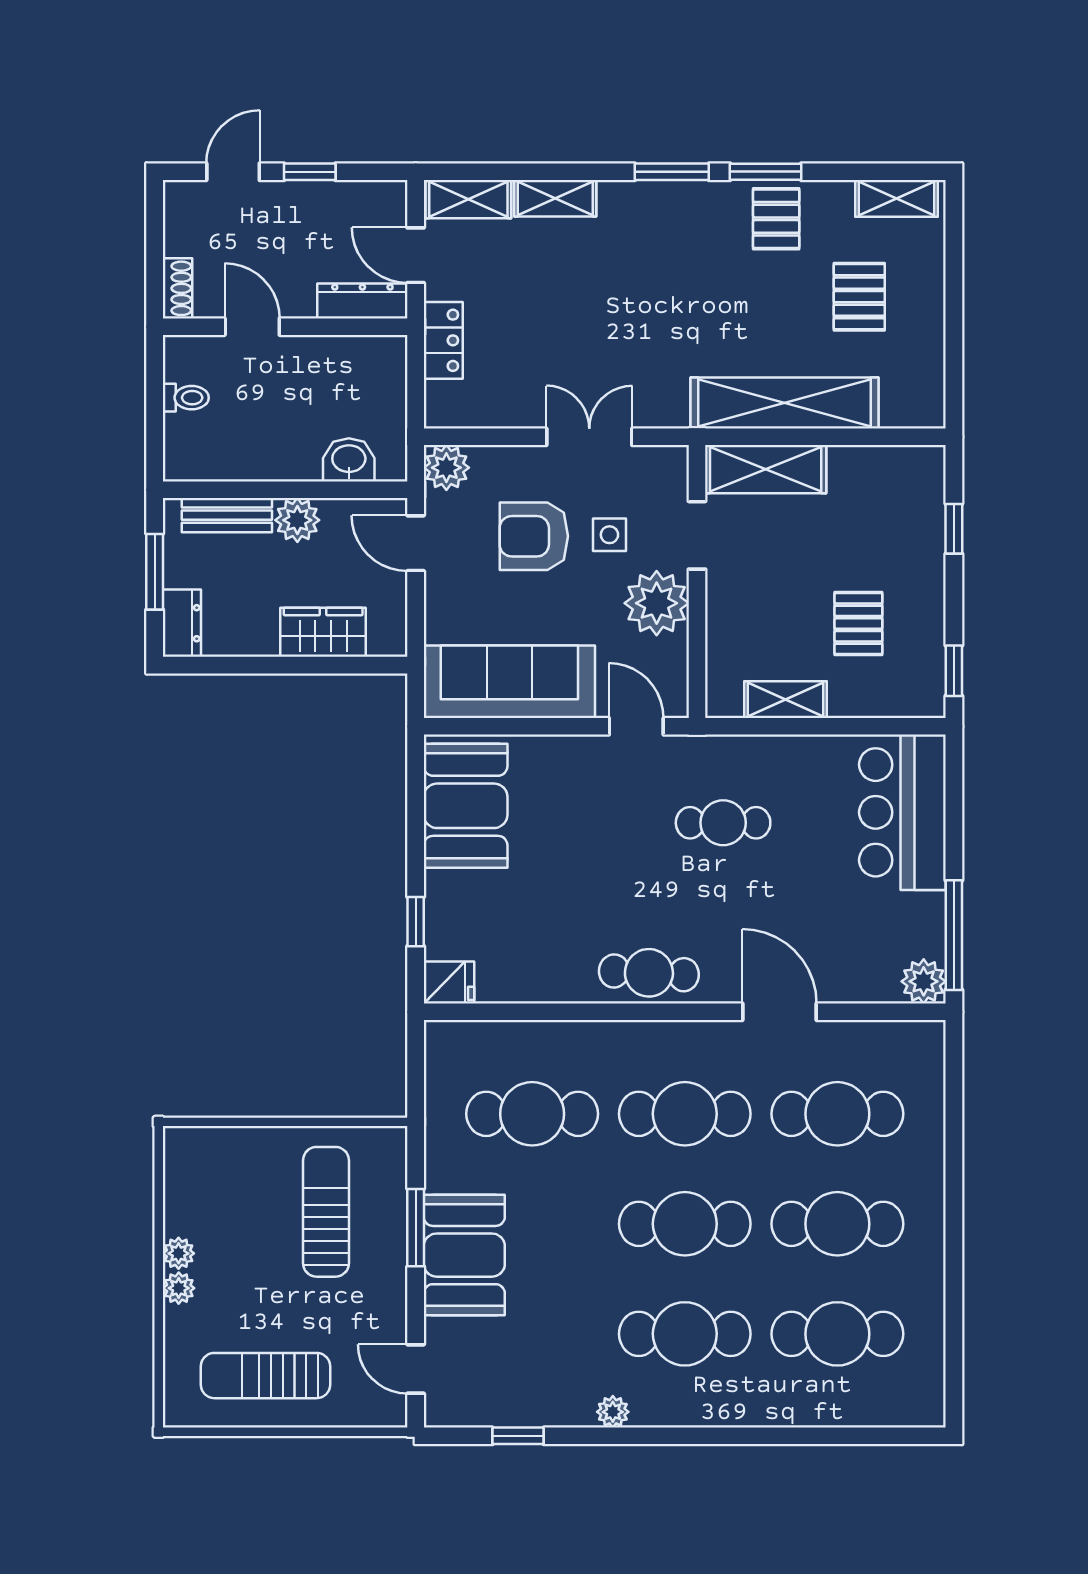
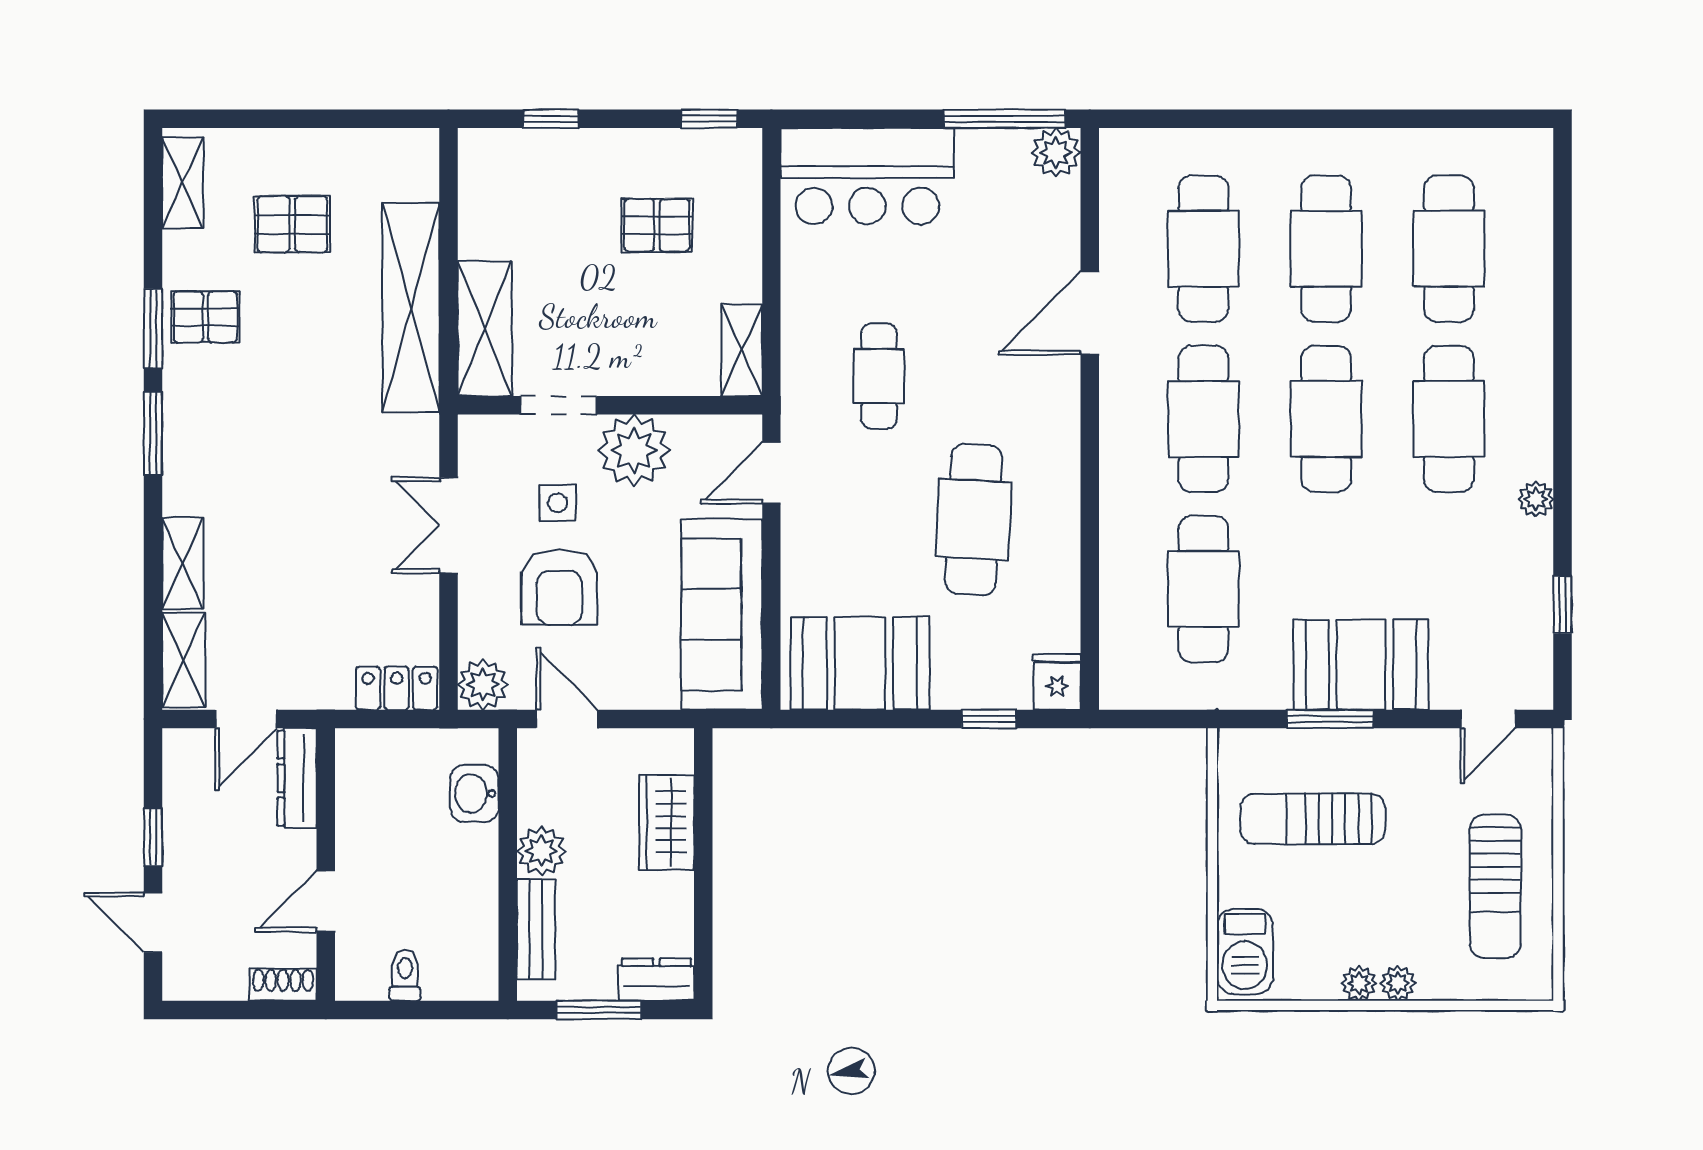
locker: (443, 340) -> (397, 688), moved
door: (416, 543) -> (567, 719), swing flipped
shelving: (786, 700) -> (742, 350), moved
cafe table: (649, 973) -> (974, 520), moved, width x1.37, depth x1.35
barbecue: (207, 1151) -> (1245, 951), added

